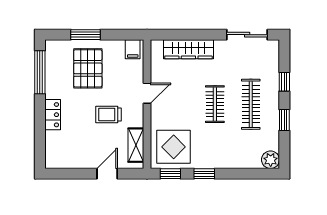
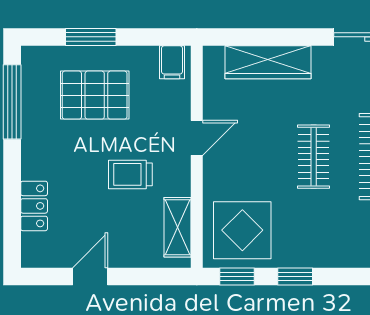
pallet: (88, 68) -> (95, 95), turned 90
locker: (53, 115) -> (34, 206), moved
door: (107, 174) -> (90, 276), moved

